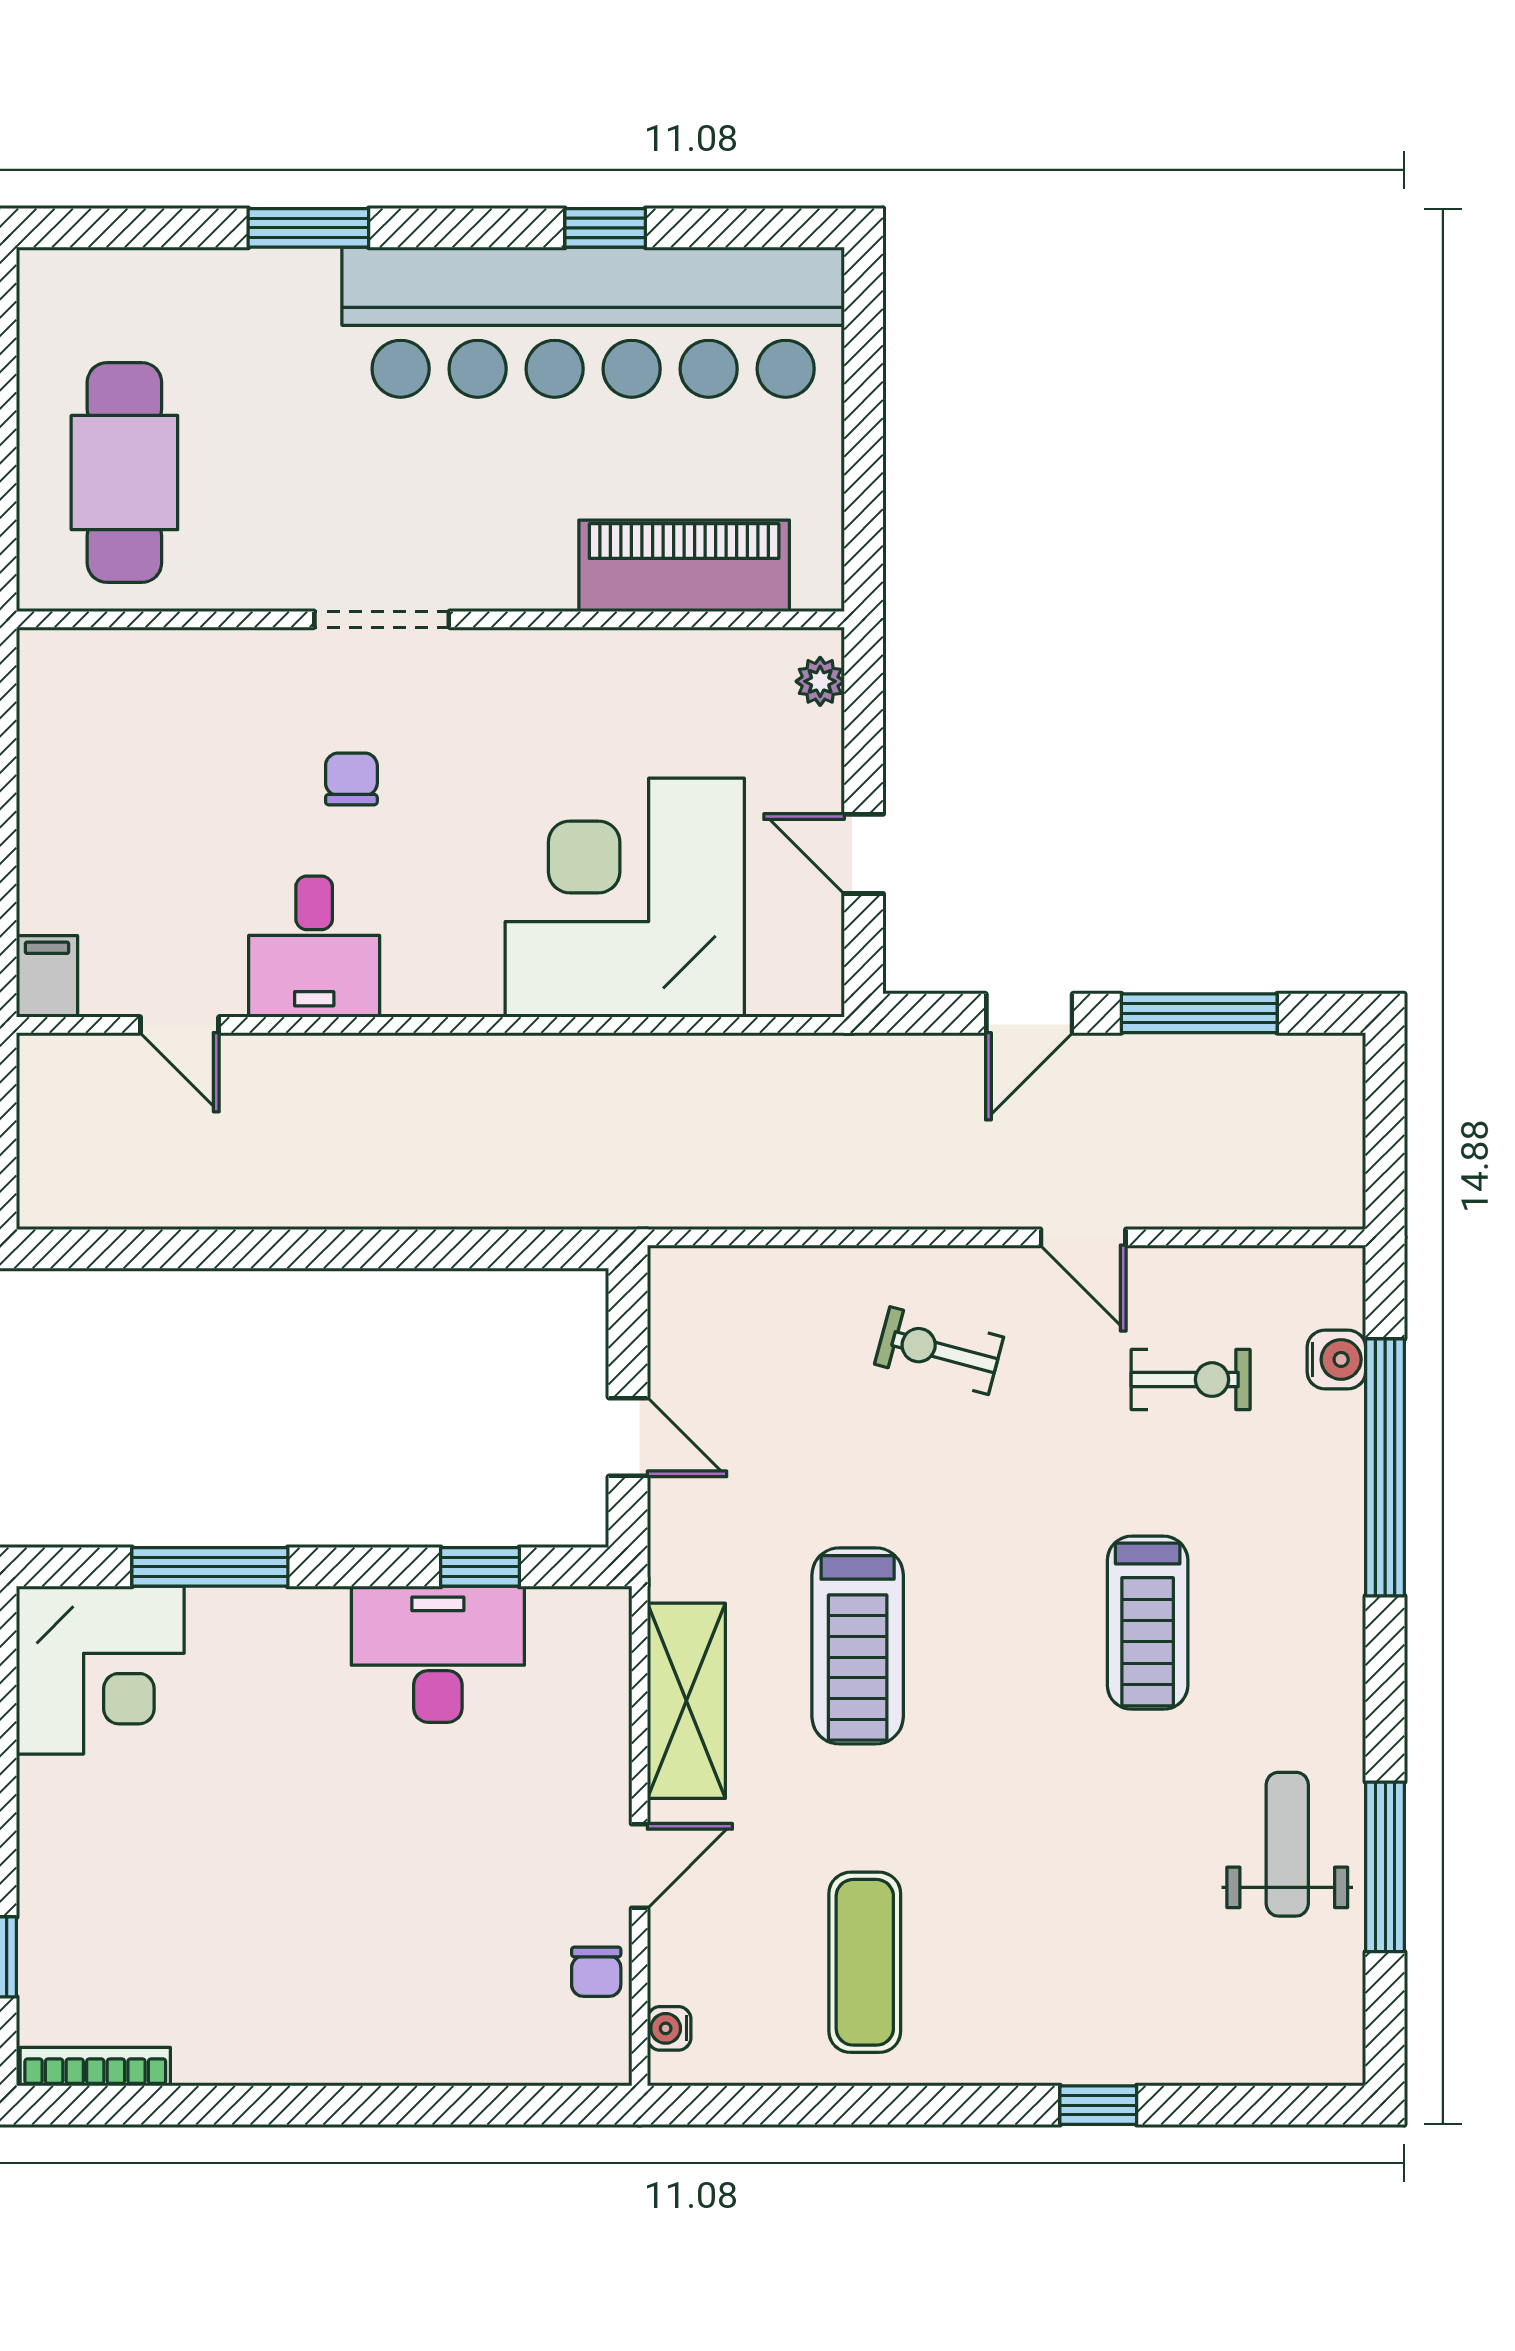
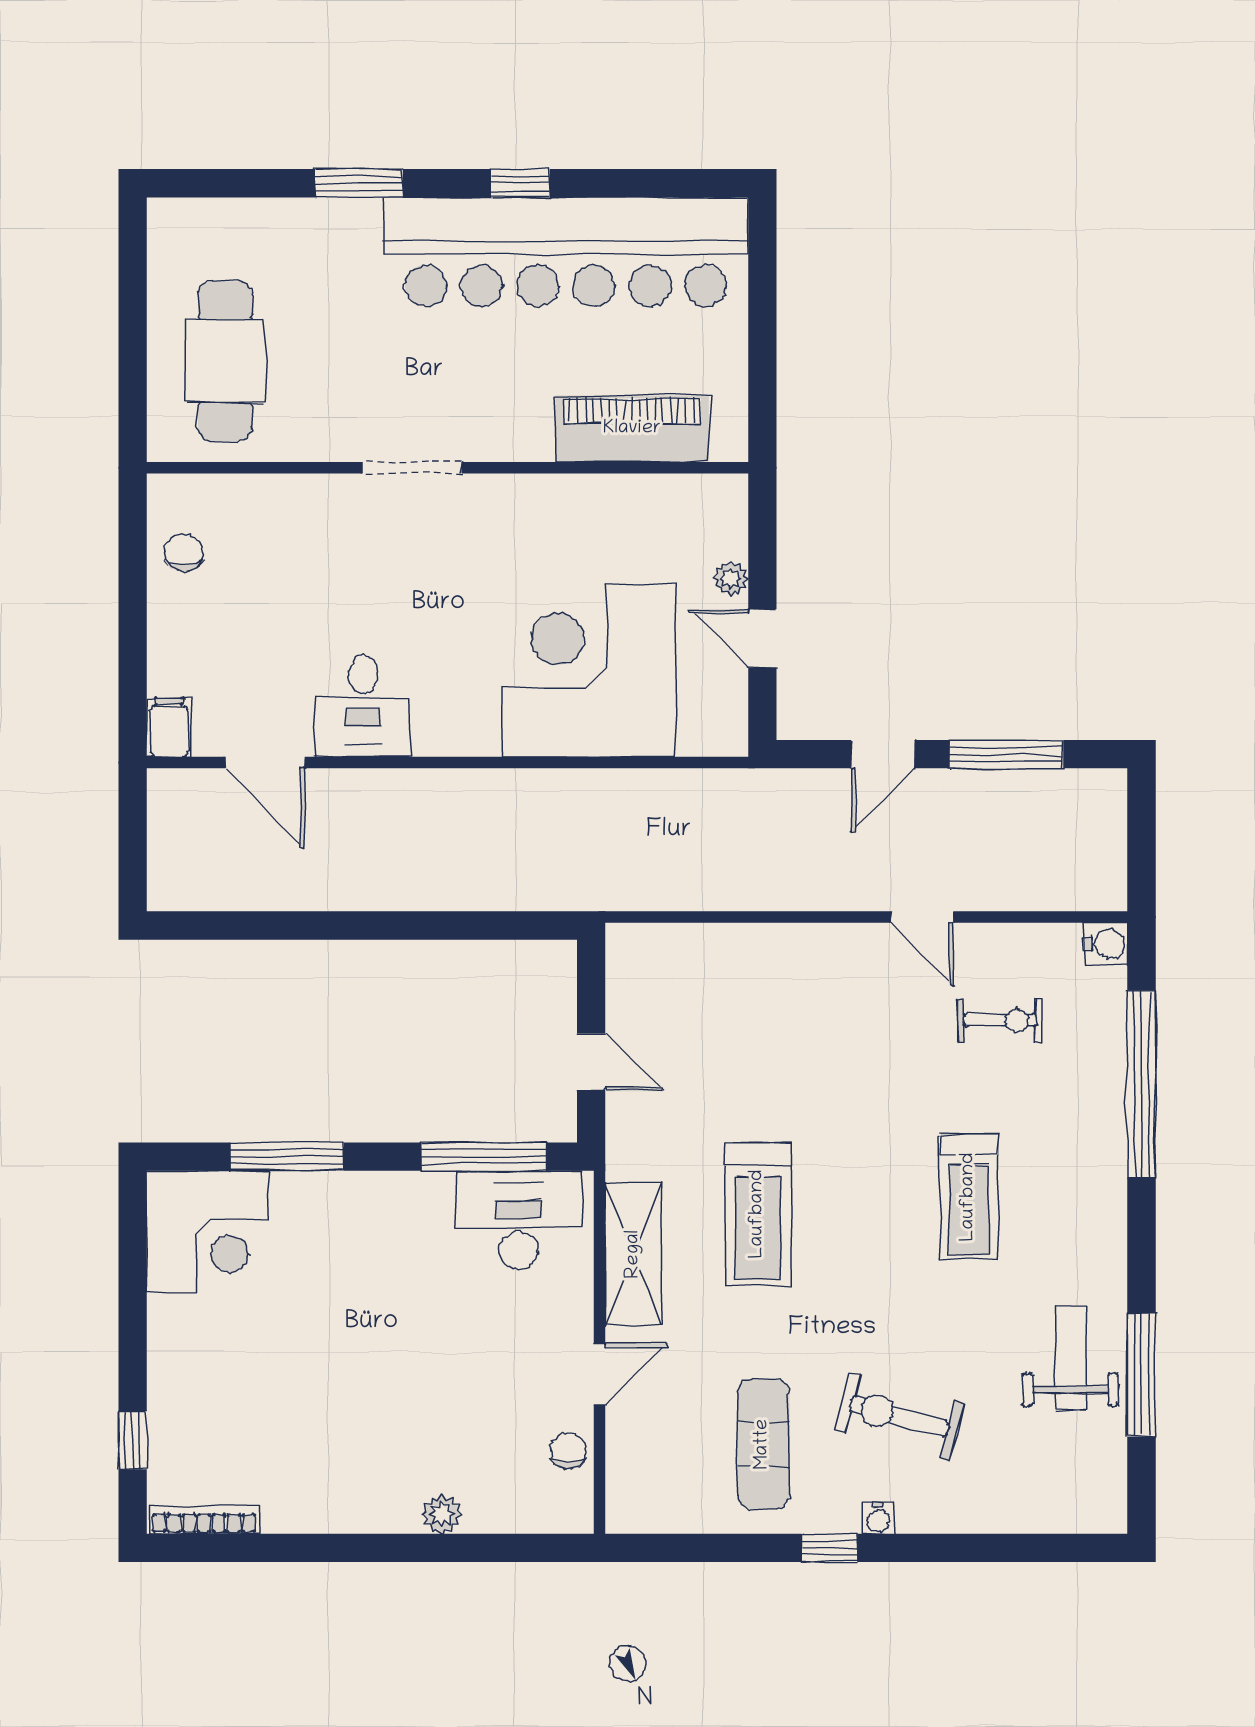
window: (605, 228) -> (520, 183), moved
plant: (820, 681) -> (731, 578), moved
chair: (351, 779) -> (184, 553), moved
door: (180, 1025) -> (265, 763), width x1.38
exercise bike: (939, 1351) -> (899, 1416), moved, width x1.38, depth x1.39
water cooler: (1336, 1359) -> (1106, 944), moved
window: (480, 1567) -> (484, 1157), width x2.17
desk: (438, 1654) -> (519, 1220), moved
chair: (596, 1972) -> (568, 1451), turned 180
water cooler: (669, 2028) -> (879, 1518), moved, turned -90
plant: (422, 2059) -> (442, 1514), added
window: (1098, 2105) -> (829, 1548), moved

